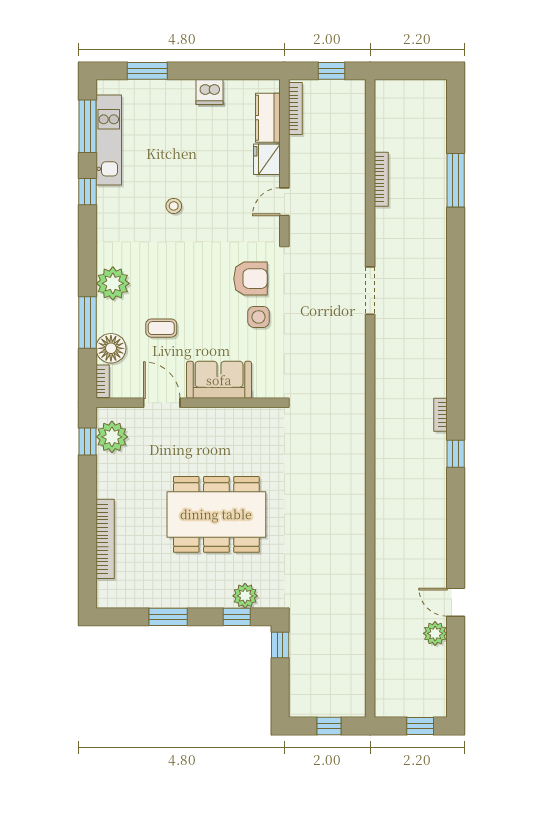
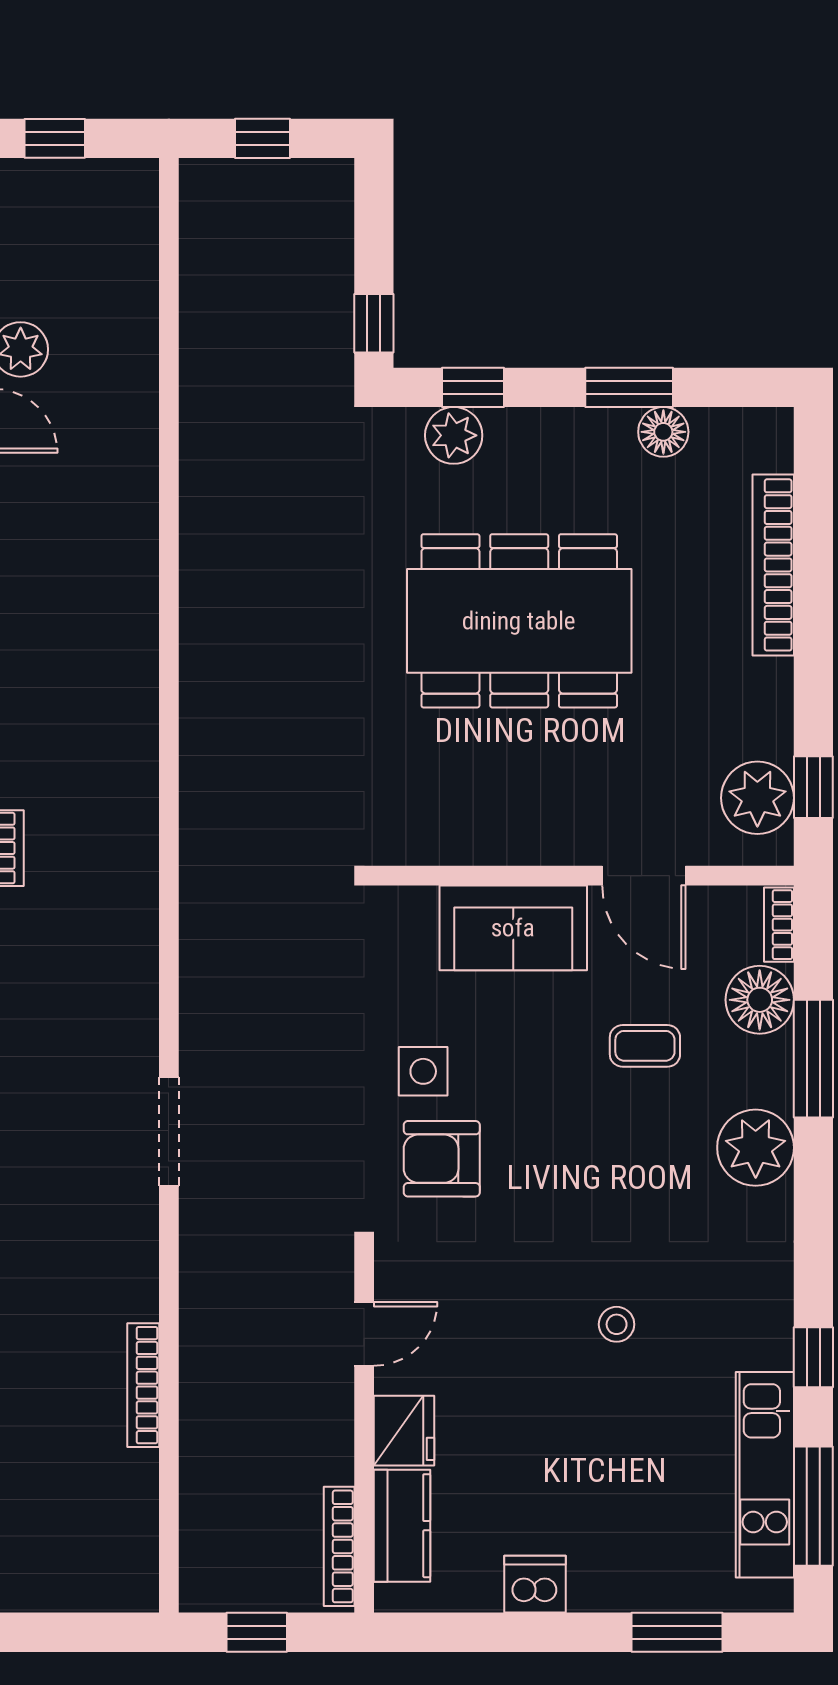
floor lamp: (153, 597) -> (663, 432), added

